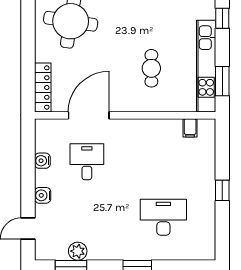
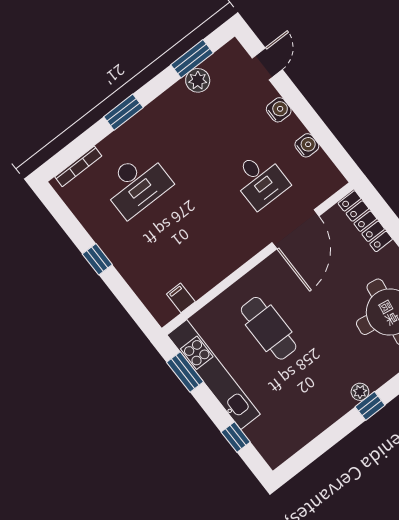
cafe table: (151, 68) -> (269, 328), width x1.37, depth x1.35
bookcase: (190, 255) -> (78, 166), added

